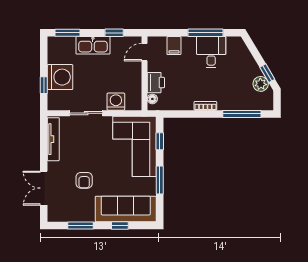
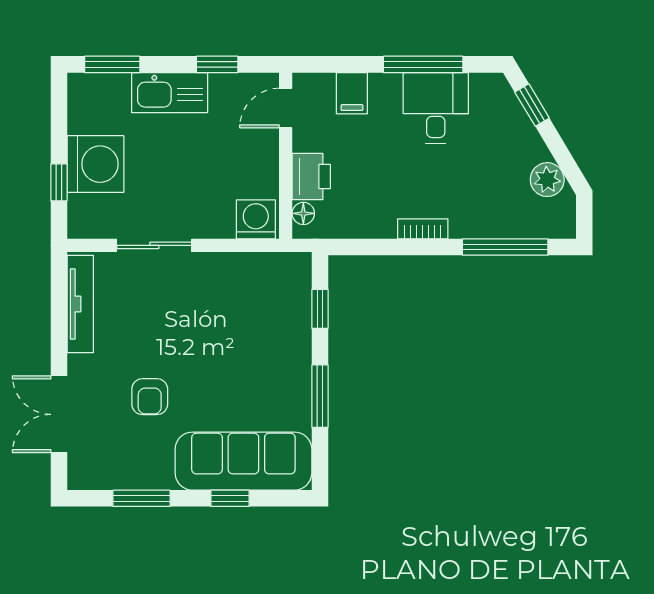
window: (267, 73) -> (532, 105), moved
washing machine: (116, 102) -> (256, 219), moved
corner sofa: (135, 146) -> (263, 320), removed

